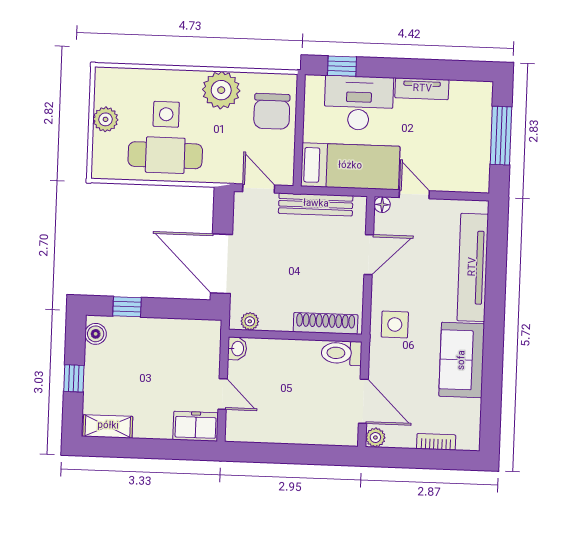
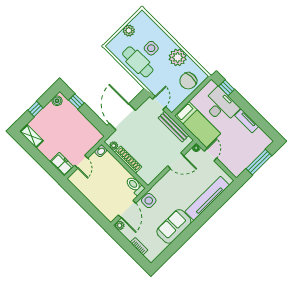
shoe rack: (326, 323) -> (128, 160), moved
side table: (395, 324) -> (149, 201), moved

